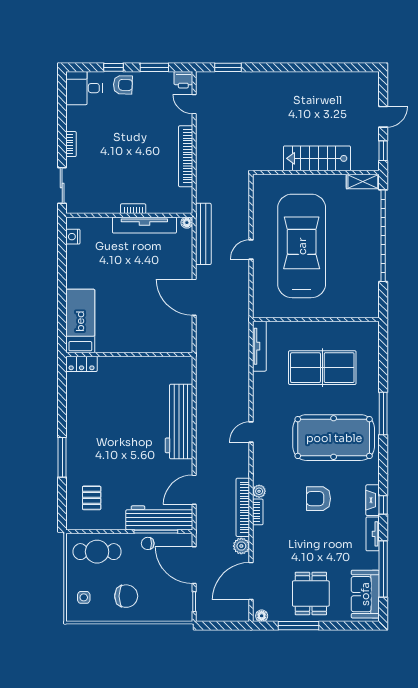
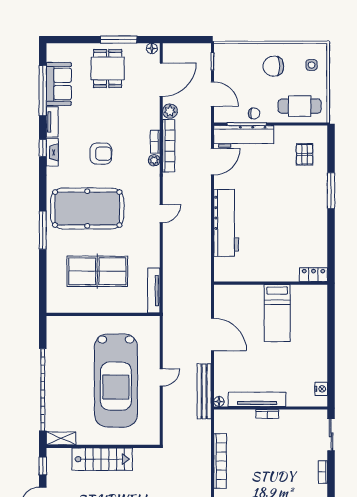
bed: (80, 321) -> (277, 313), moved
door: (194, 565) -> (212, 94), width x0.73
sofa: (365, 594) -> (59, 84), moved

